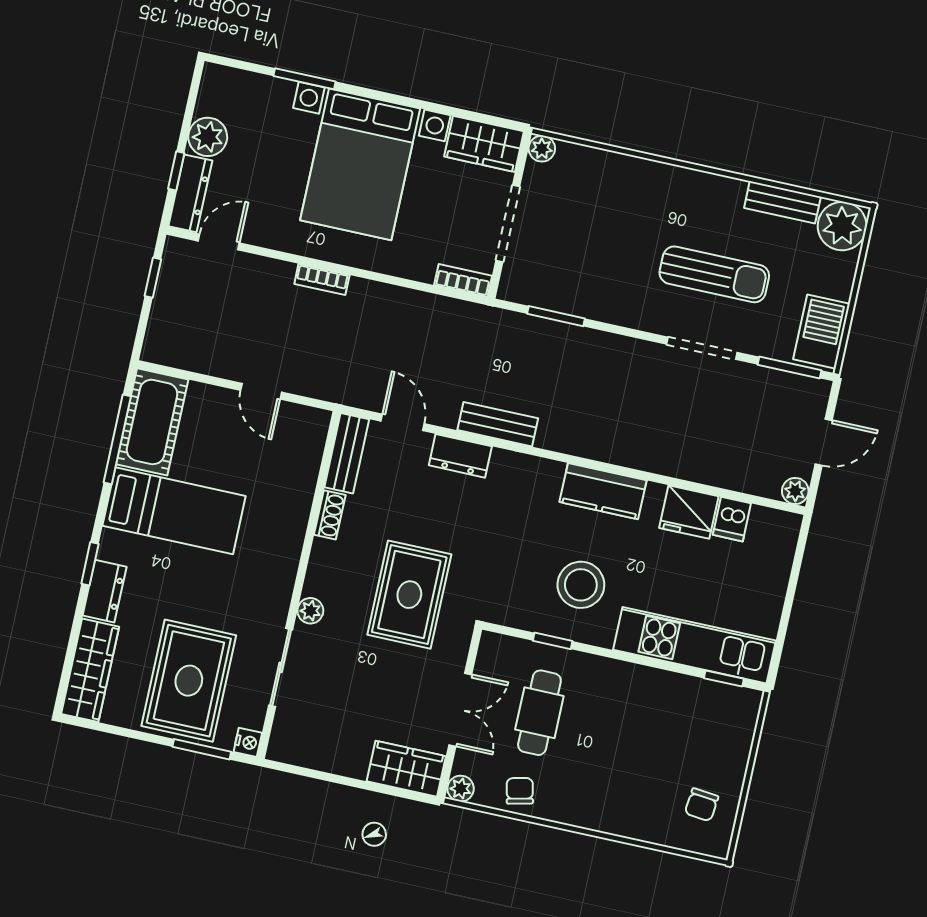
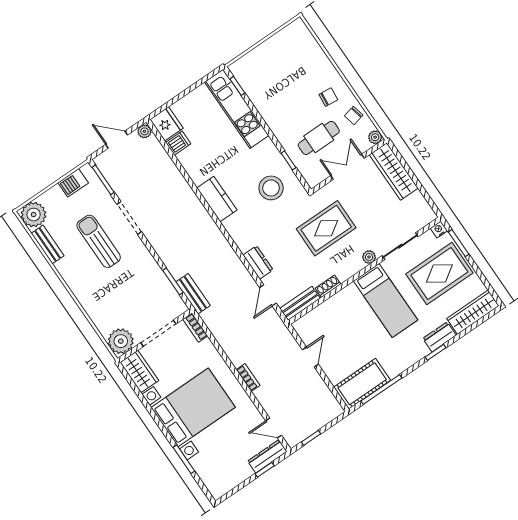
plant: (208, 137) -> (241, 471), removed
plant: (542, 149) -> (121, 341), width x1.87, depth x1.87
barbecue: (822, 332) -> (73, 183), width x0.73, depth x0.79
bench: (498, 424) -> (193, 294), moved
bed: (174, 511) -> (386, 301), moved, turned 180
fridge: (689, 512) -> (166, 124), moved
stool: (581, 585) -> (271, 188), moved
wardrobe: (406, 769) -> (394, 171), width x1.50
chair: (702, 805) -> (328, 97), moved

